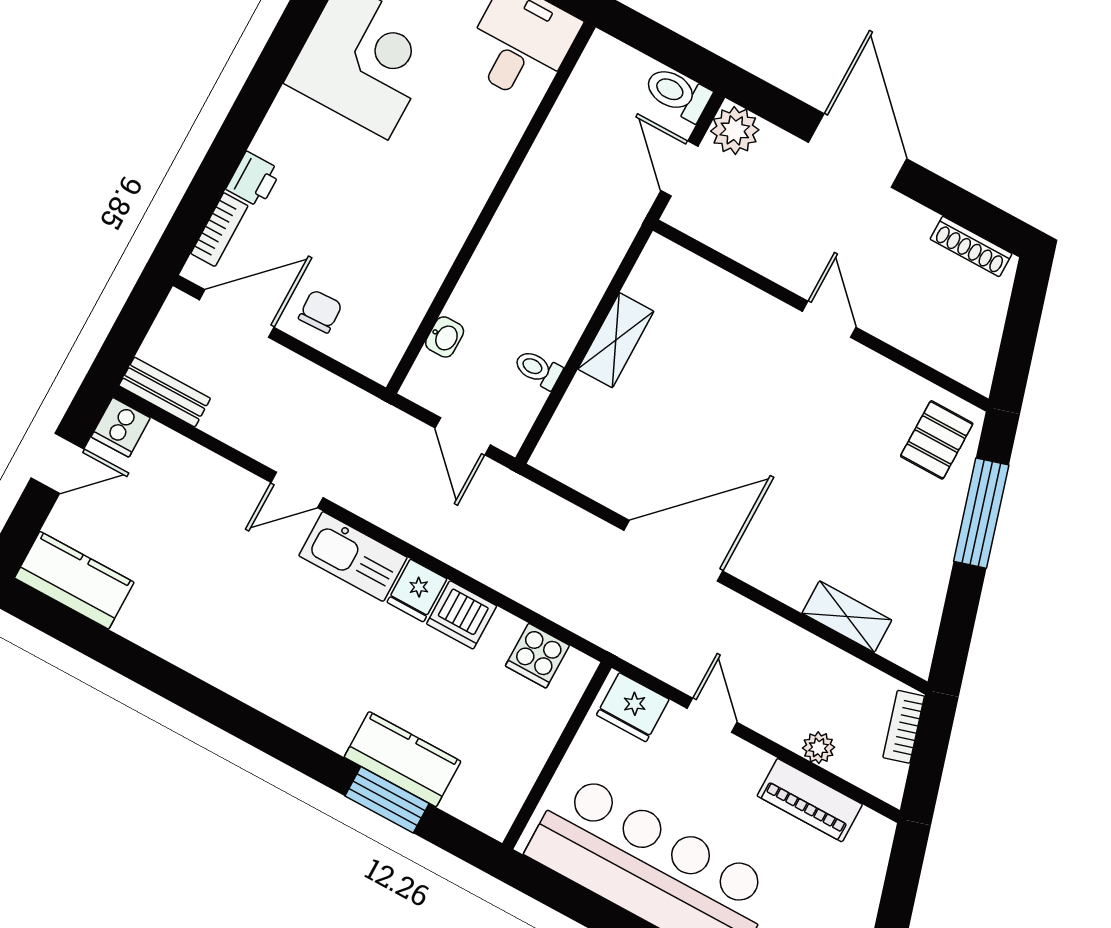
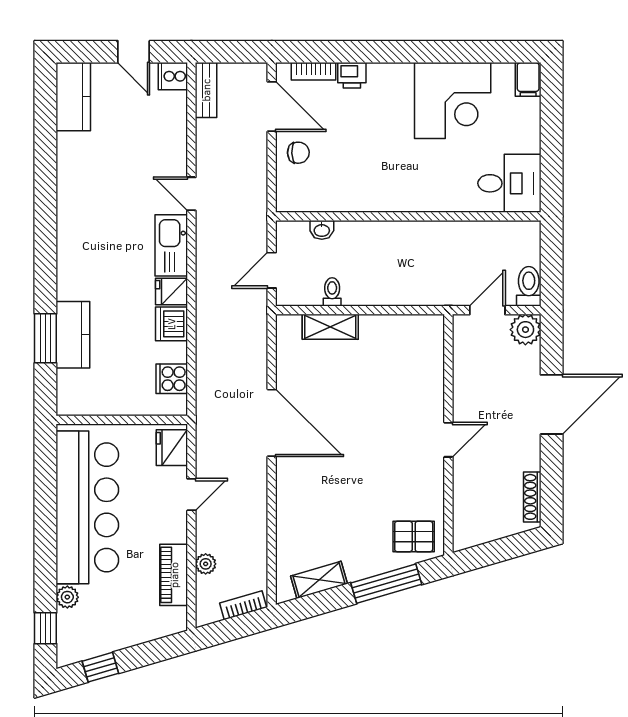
shelving: (616, 340) -> (330, 327), moved
shelving: (847, 617) -> (319, 580), moved, turned 74

